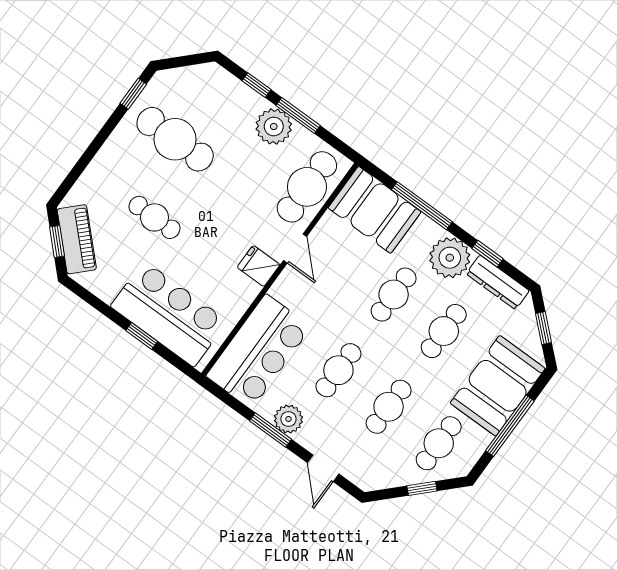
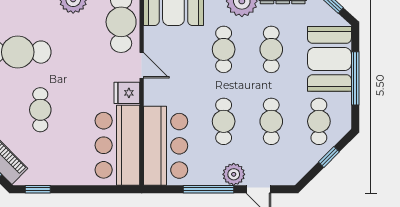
cafe table: (154, 217) -> (40, 110), turned 90
bar counter: (169, 314) -> (117, 145), moved, turned -90
window: (142, 336) -> (38, 189), moved
plant: (288, 419) -> (234, 174), moved
window: (270, 430) -> (209, 189), width x1.44

